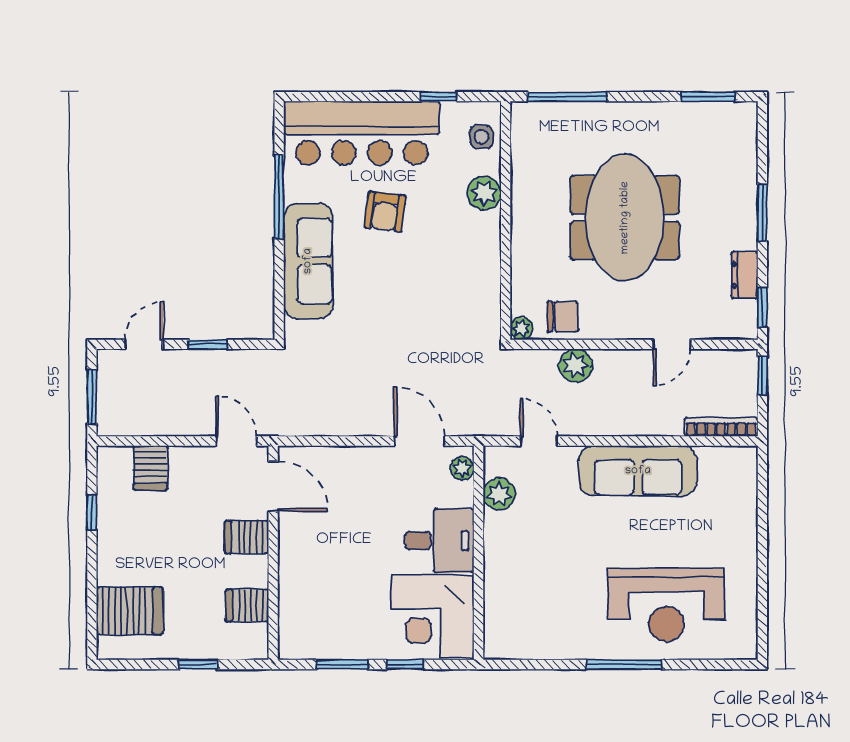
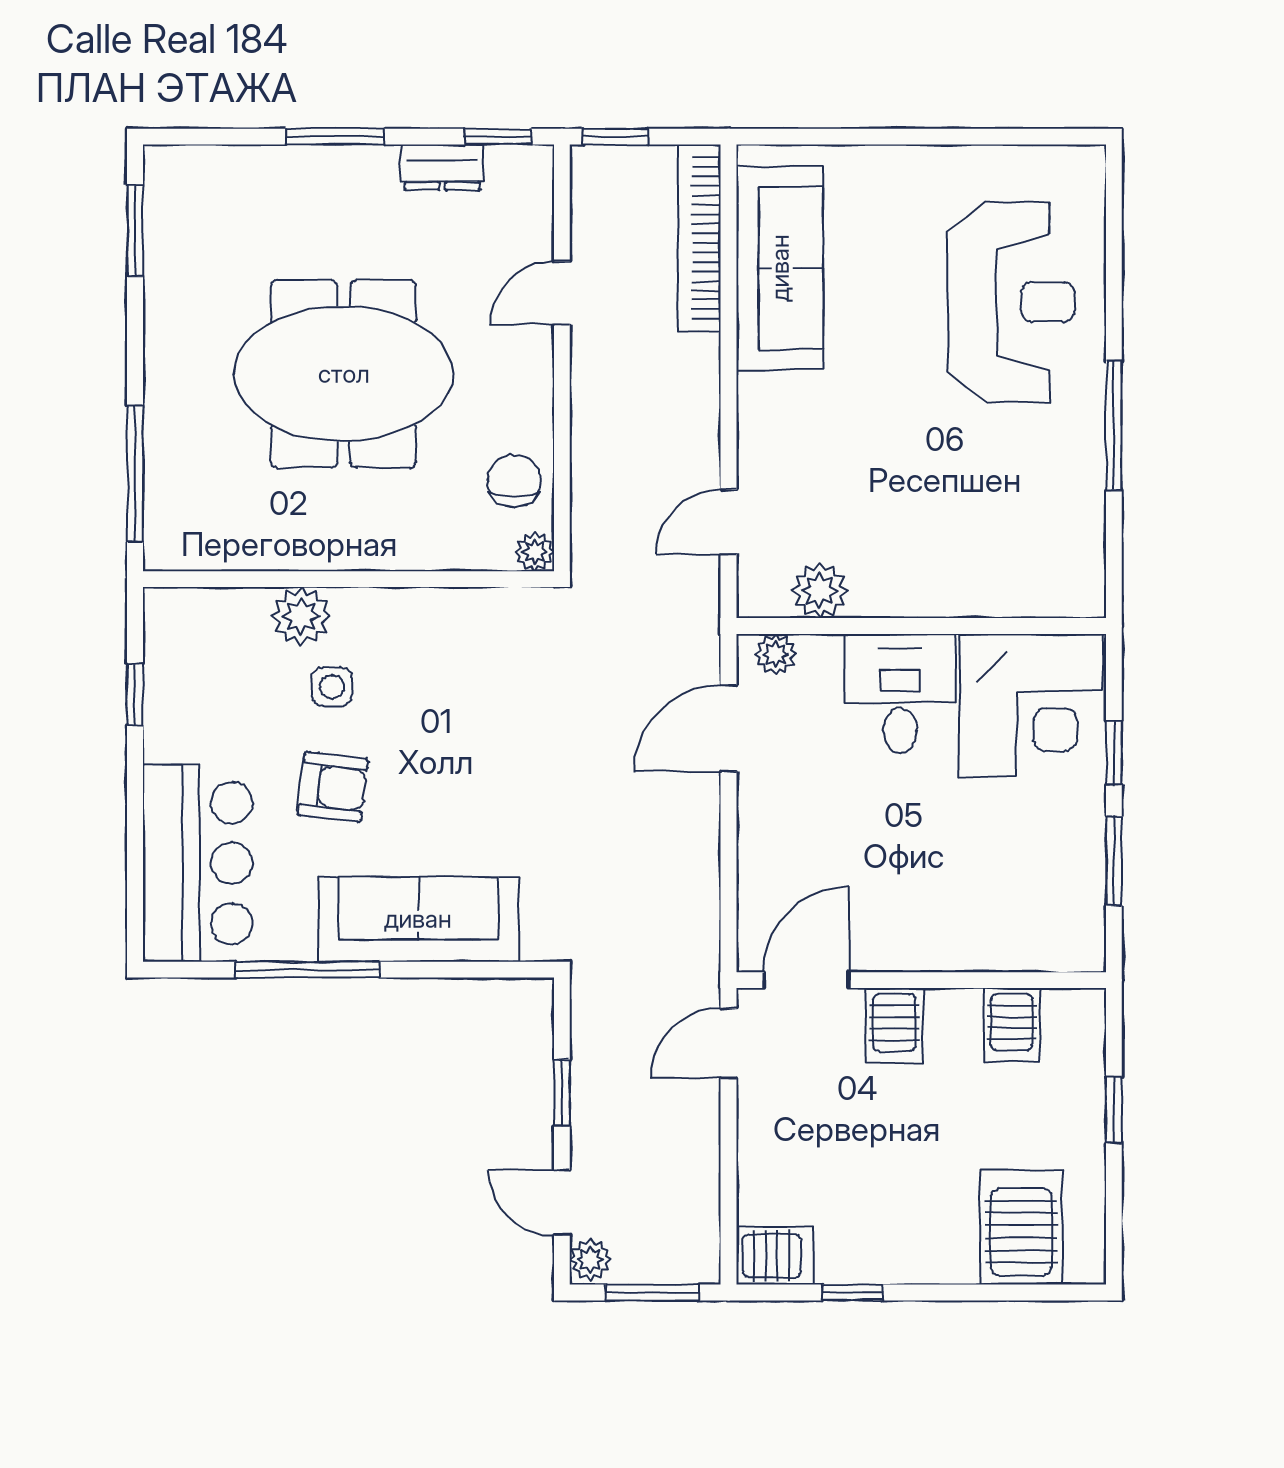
bar counter: (362, 133) -> (198, 863), width x0.73
side table: (481, 137) -> (332, 687), moved
door: (672, 344) -> (562, 293), swing flipped
plant: (575, 365) -> (590, 1260), moved, width x0.73, depth x0.73
bookcase: (721, 427) -> (699, 238), width x1.48, depth x1.31
server rack: (150, 468) -> (775, 1256), moved
sofa: (638, 471) -> (780, 268), moved
window: (624, 665) -> (1114, 426), moved

